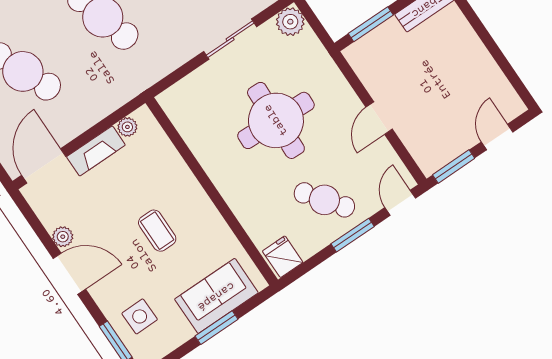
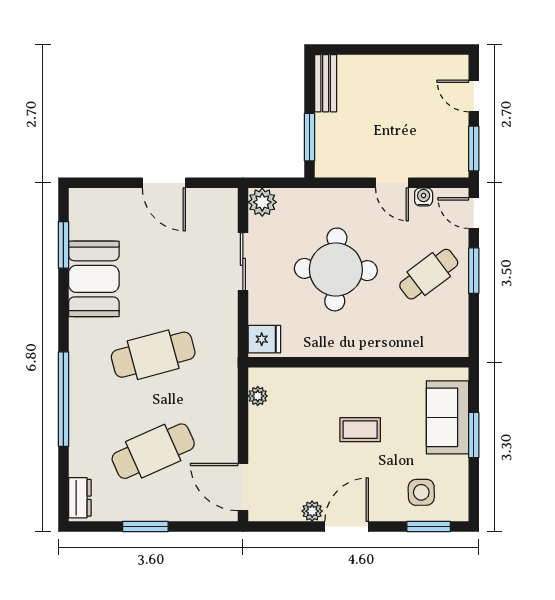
fireplace: (96, 151) -> (260, 436), removed
water cooler: (385, 152) -> (424, 197), added
fridge: (283, 257) -> (264, 339), moved, turned 180

